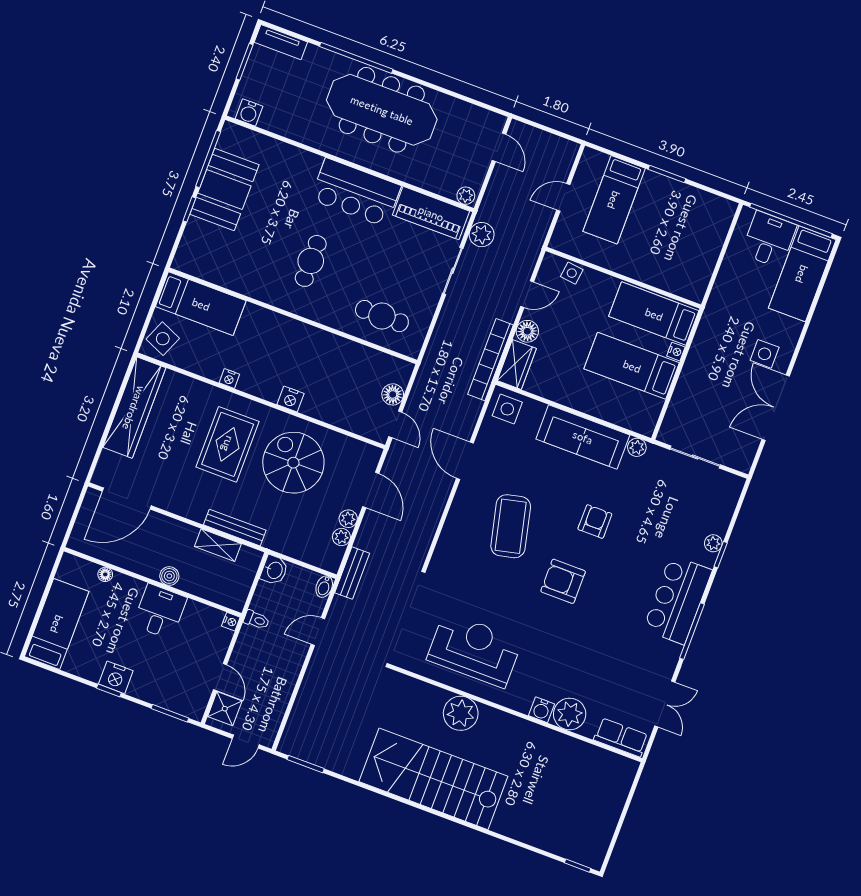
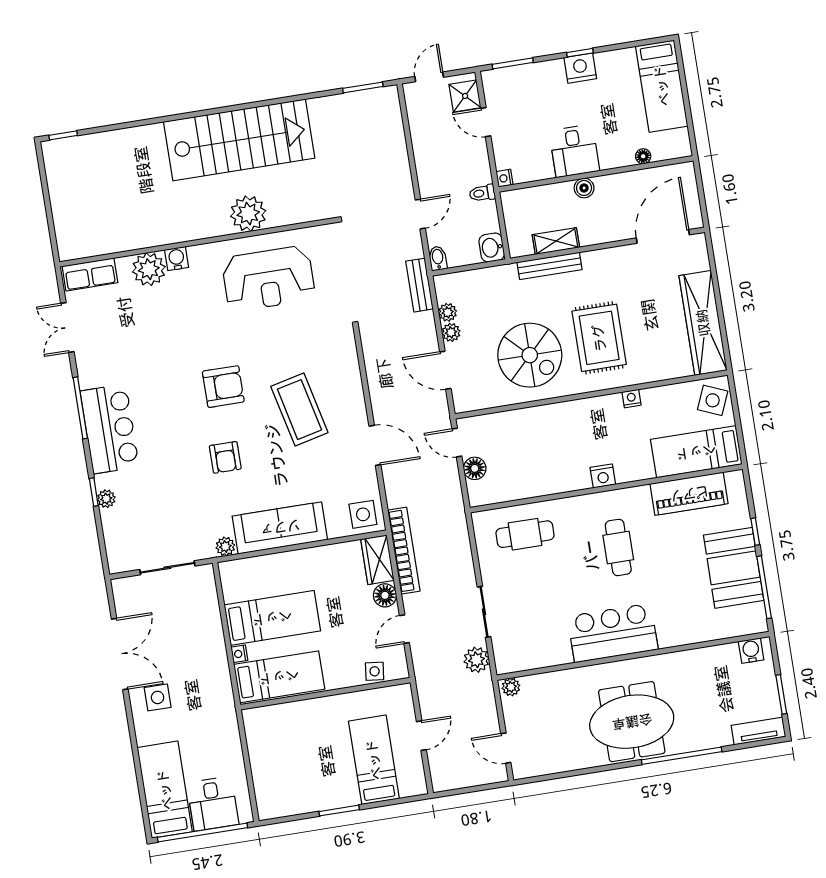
meeting table: (382, 110) -> (632, 722), width x0.73
piano: (431, 213) -> (689, 494), moved, turned 180
nightstand: (291, 399) -> (603, 476), moved, turned 180

